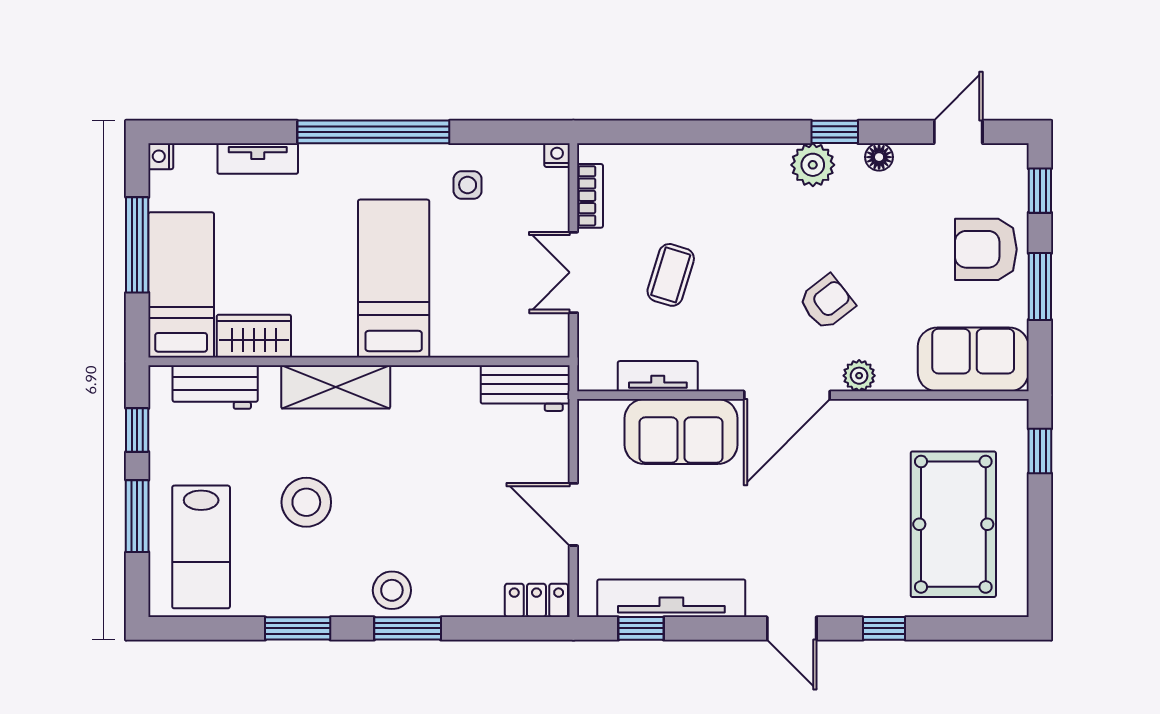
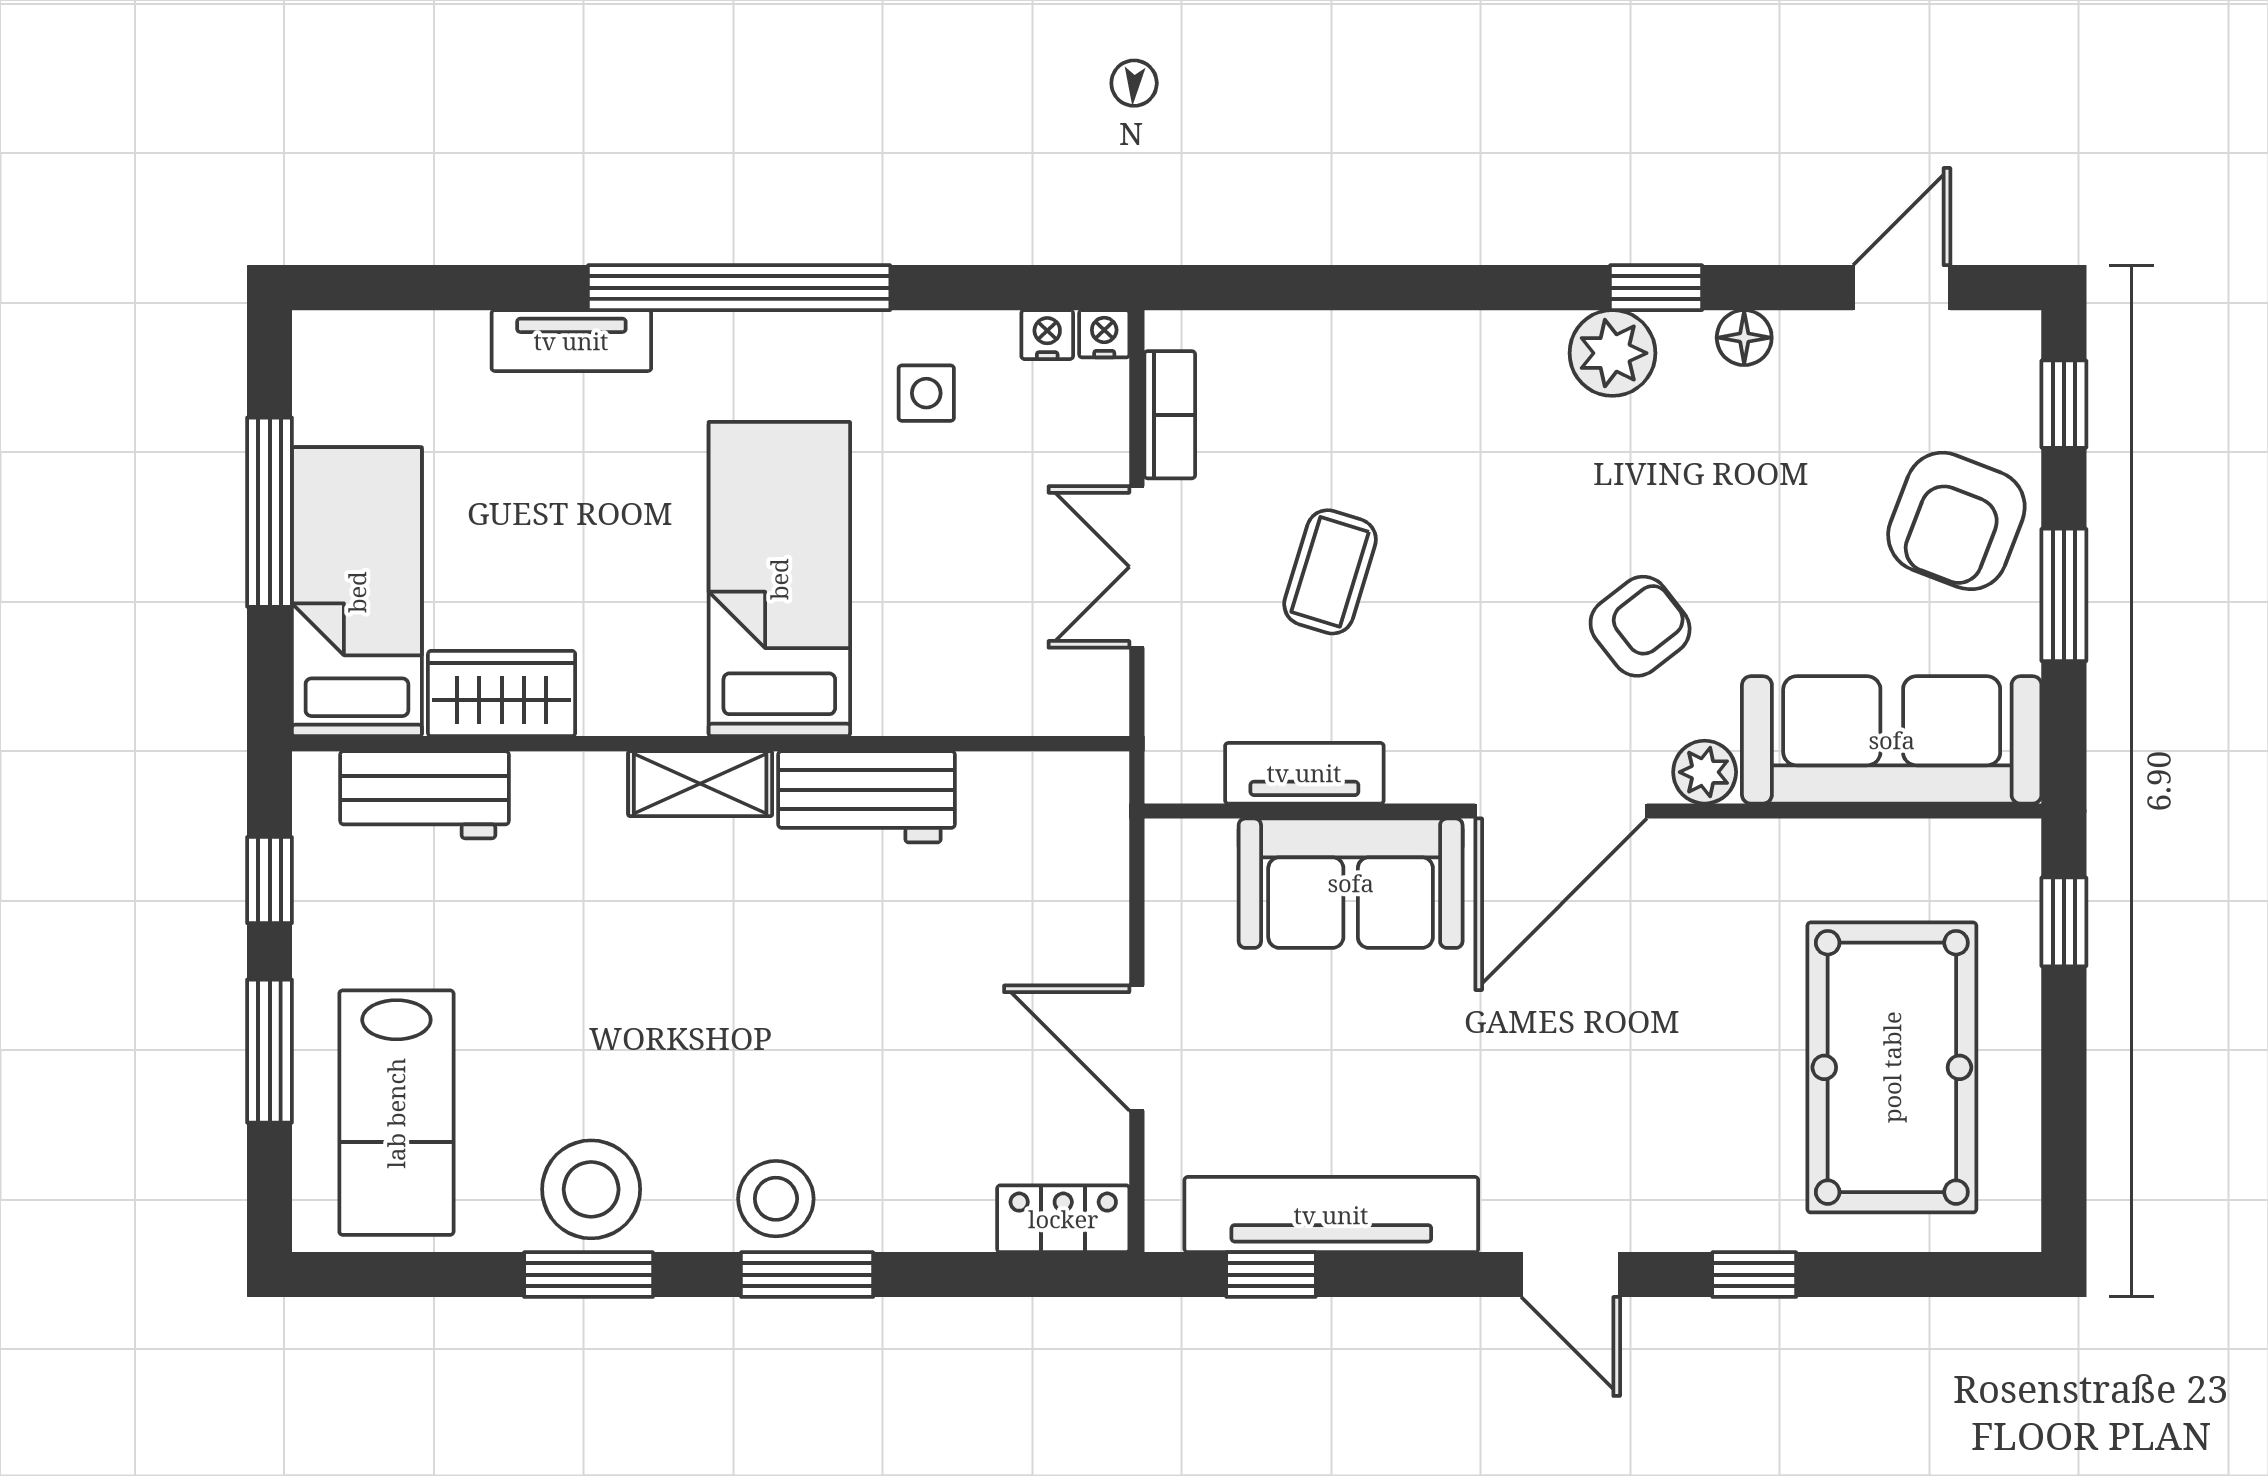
nightstand: (161, 156) -> (1047, 335), moved, turned 90
tv unit: (258, 159) -> (571, 341), moved
armchair: (986, 249) -> (1956, 521), turned -69
sofa: (973, 359) -> (1892, 740), width x1.36
shelving: (336, 387) -> (700, 784), width x0.67, depth x0.75
workbench: (525, 388) -> (867, 797), moved
stool: (306, 502) -> (591, 1189), moved

